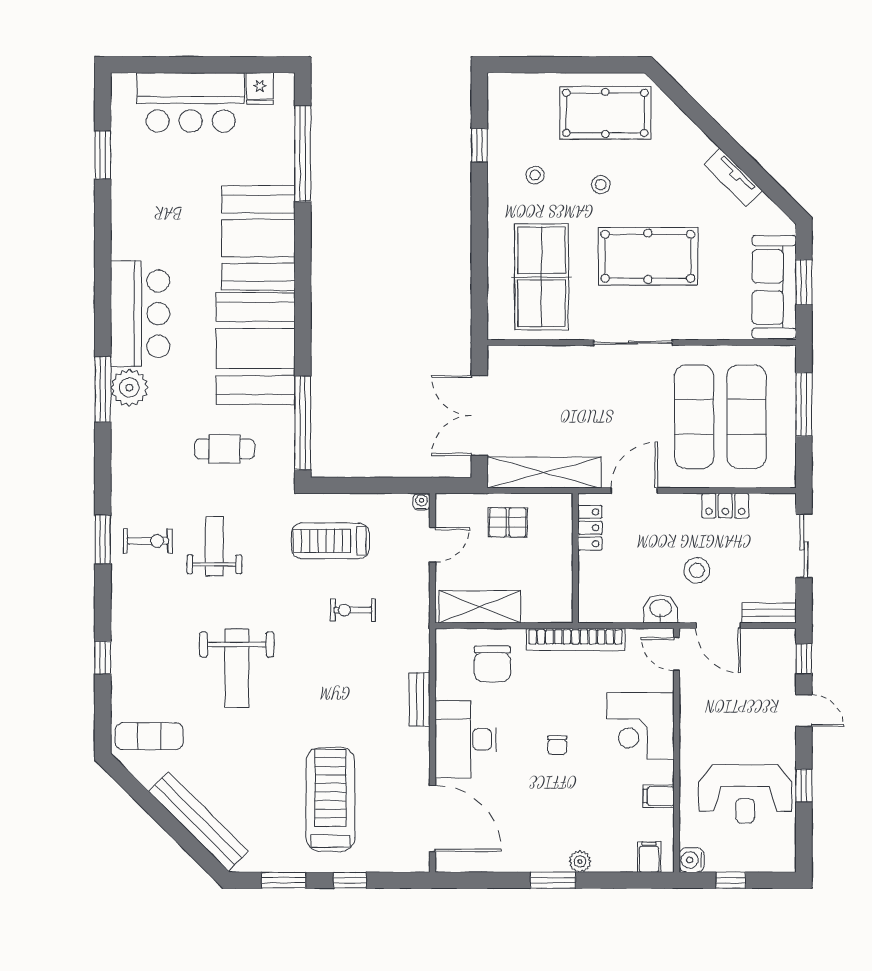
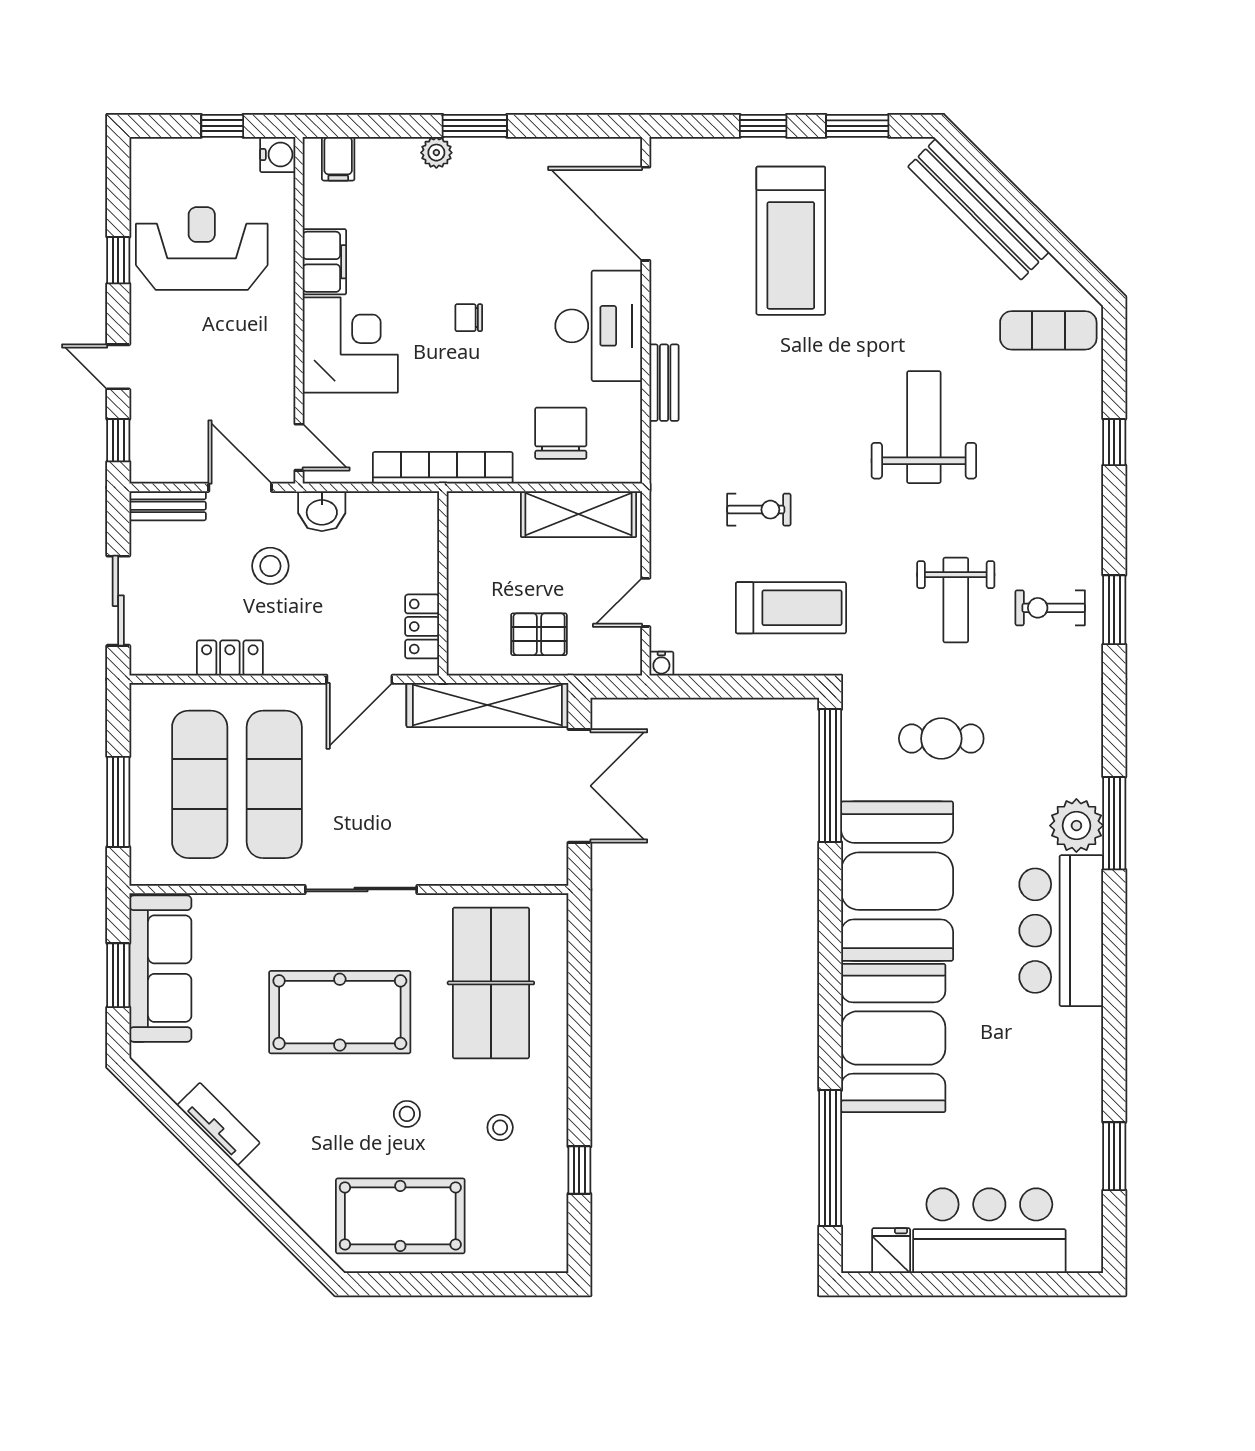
chair: (557, 745) -> (469, 318), turned -90
filing cabinet: (659, 796) -> (324, 262), width x2.00

